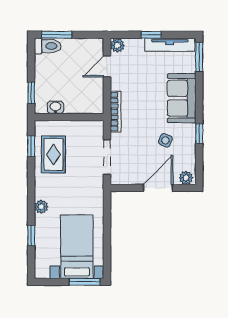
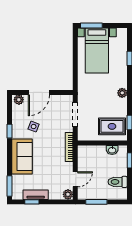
window: (57, 35) -> (96, 202), moved
window: (151, 35) -> (32, 202), moved
tv unit: (170, 45) -> (36, 195), width x0.71
toilet: (48, 46) -> (118, 182), moved
rug: (53, 155) -> (112, 126), moved, turned 90
plant: (41, 207) -> (122, 93), moved

